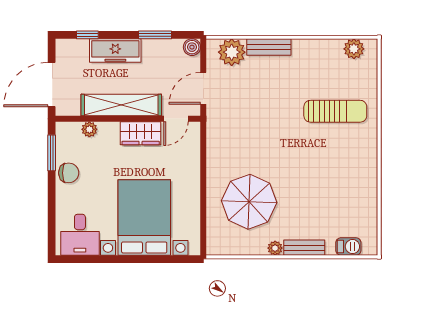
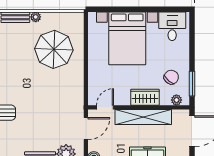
plant: (89, 129) -> (176, 100), moved
wardrobe: (141, 133) -> (145, 97), moved
chair: (69, 173) -> (171, 77), moved, turned 131

